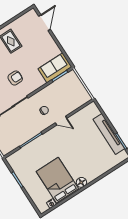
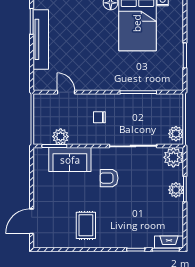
sofa: (55, 68) -> (70, 160), moved
plant: (60, 84) -> (61, 137), added
door: (61, 121) -> (66, 92), moved

